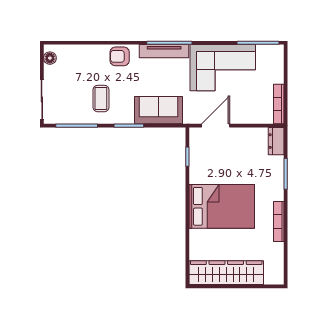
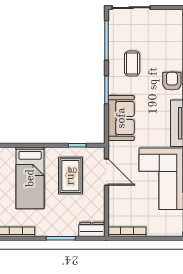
floor lamp: (50, 58) -> (170, 15), removed
coffee table: (101, 99) -> (132, 64), turned 90
rug: (219, 164) -> (70, 176), added
bed: (222, 206) -> (30, 178), width x0.67

